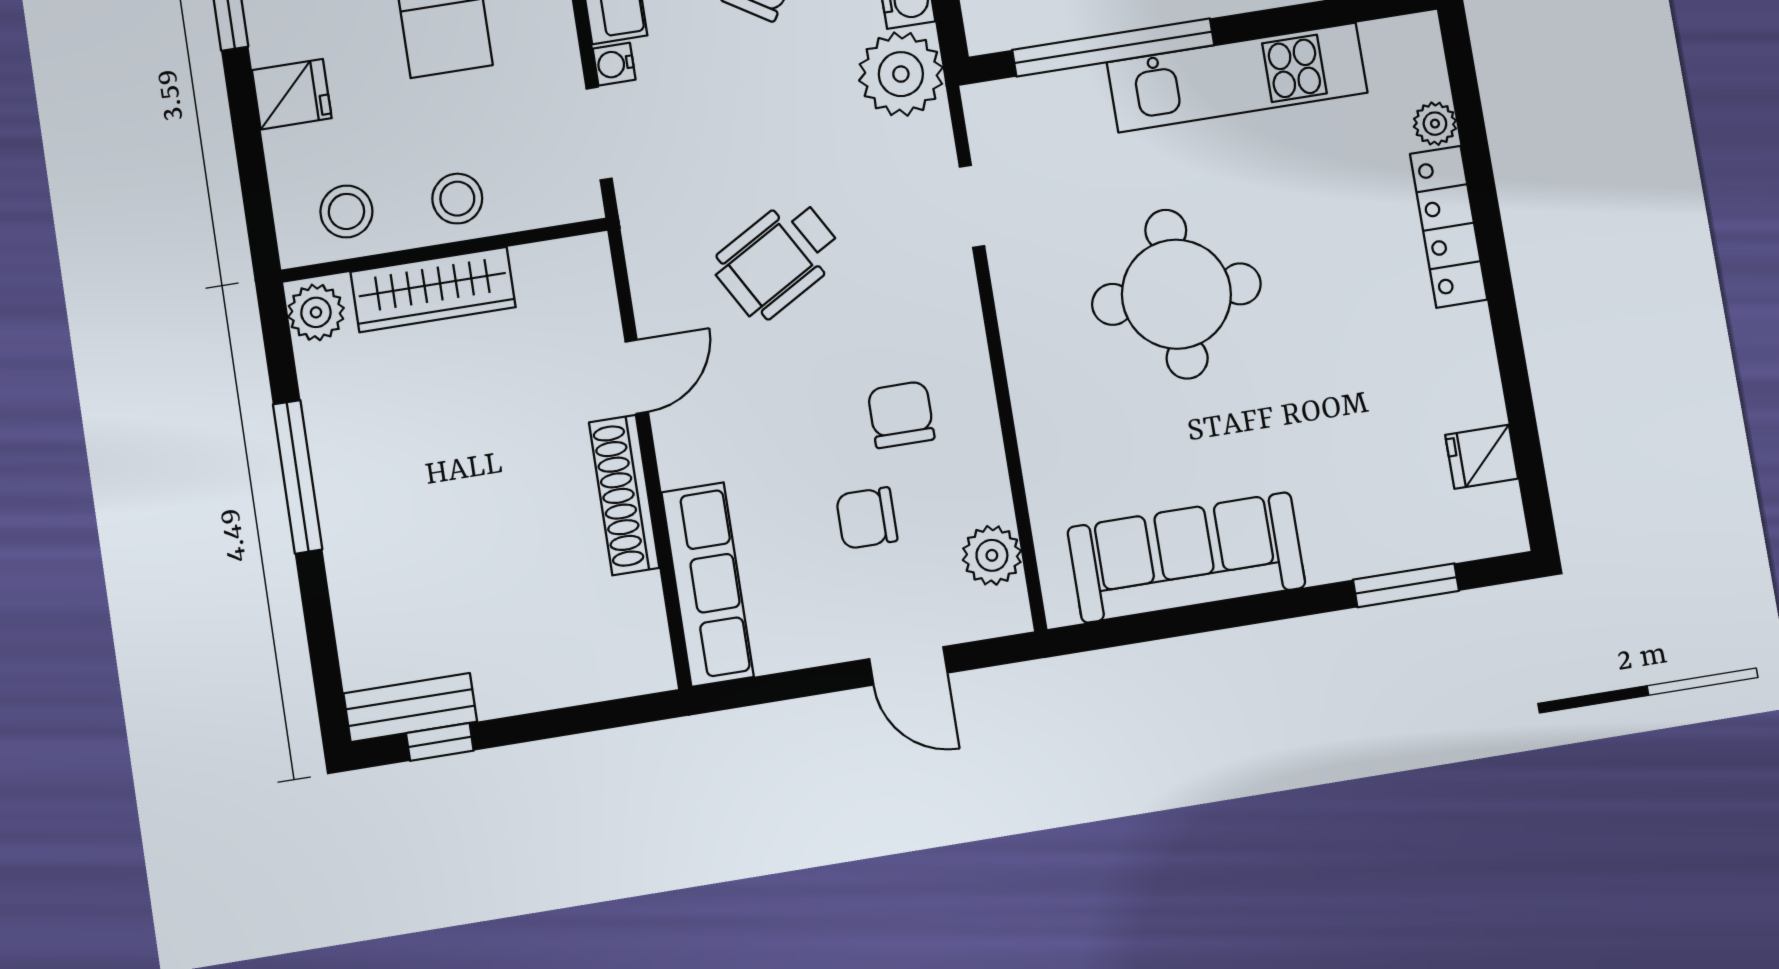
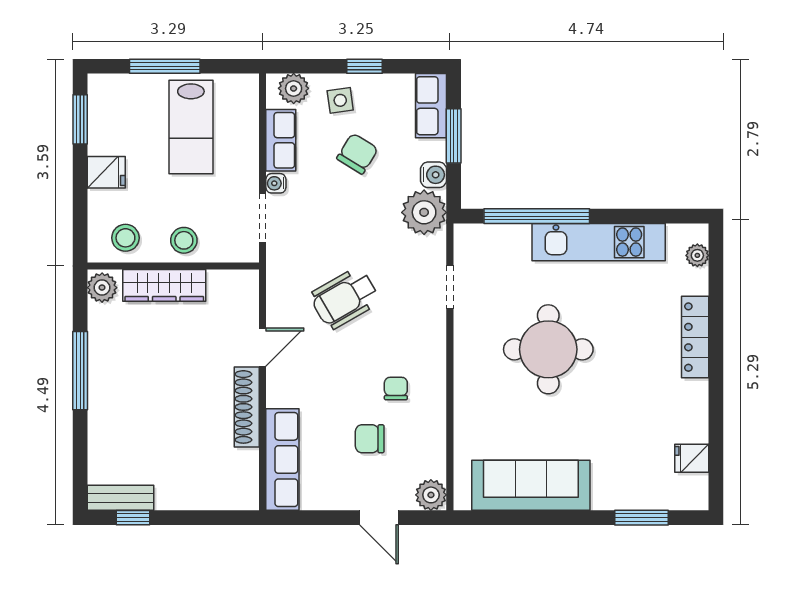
plant: (1435, 124) -> (697, 255), moved
chair: (901, 415) -> (396, 389), width x0.73, depth x0.73
plant: (992, 555) -> (431, 495), moved

